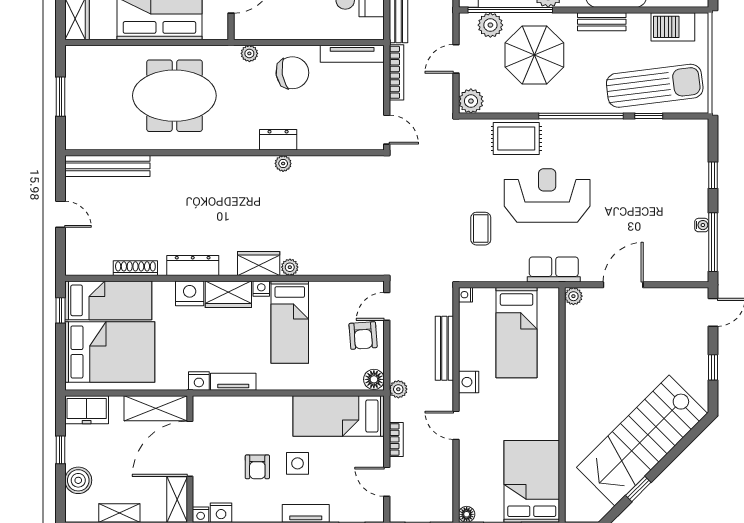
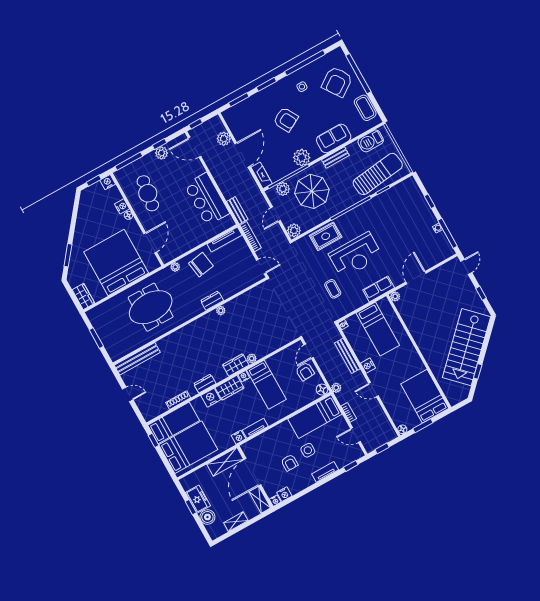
reception desk: (547, 195) -> (356, 255), turned 180
dresser: (193, 266) -> (205, 384), width x0.70
freezer: (87, 410) -> (198, 499), moved, turned -90

